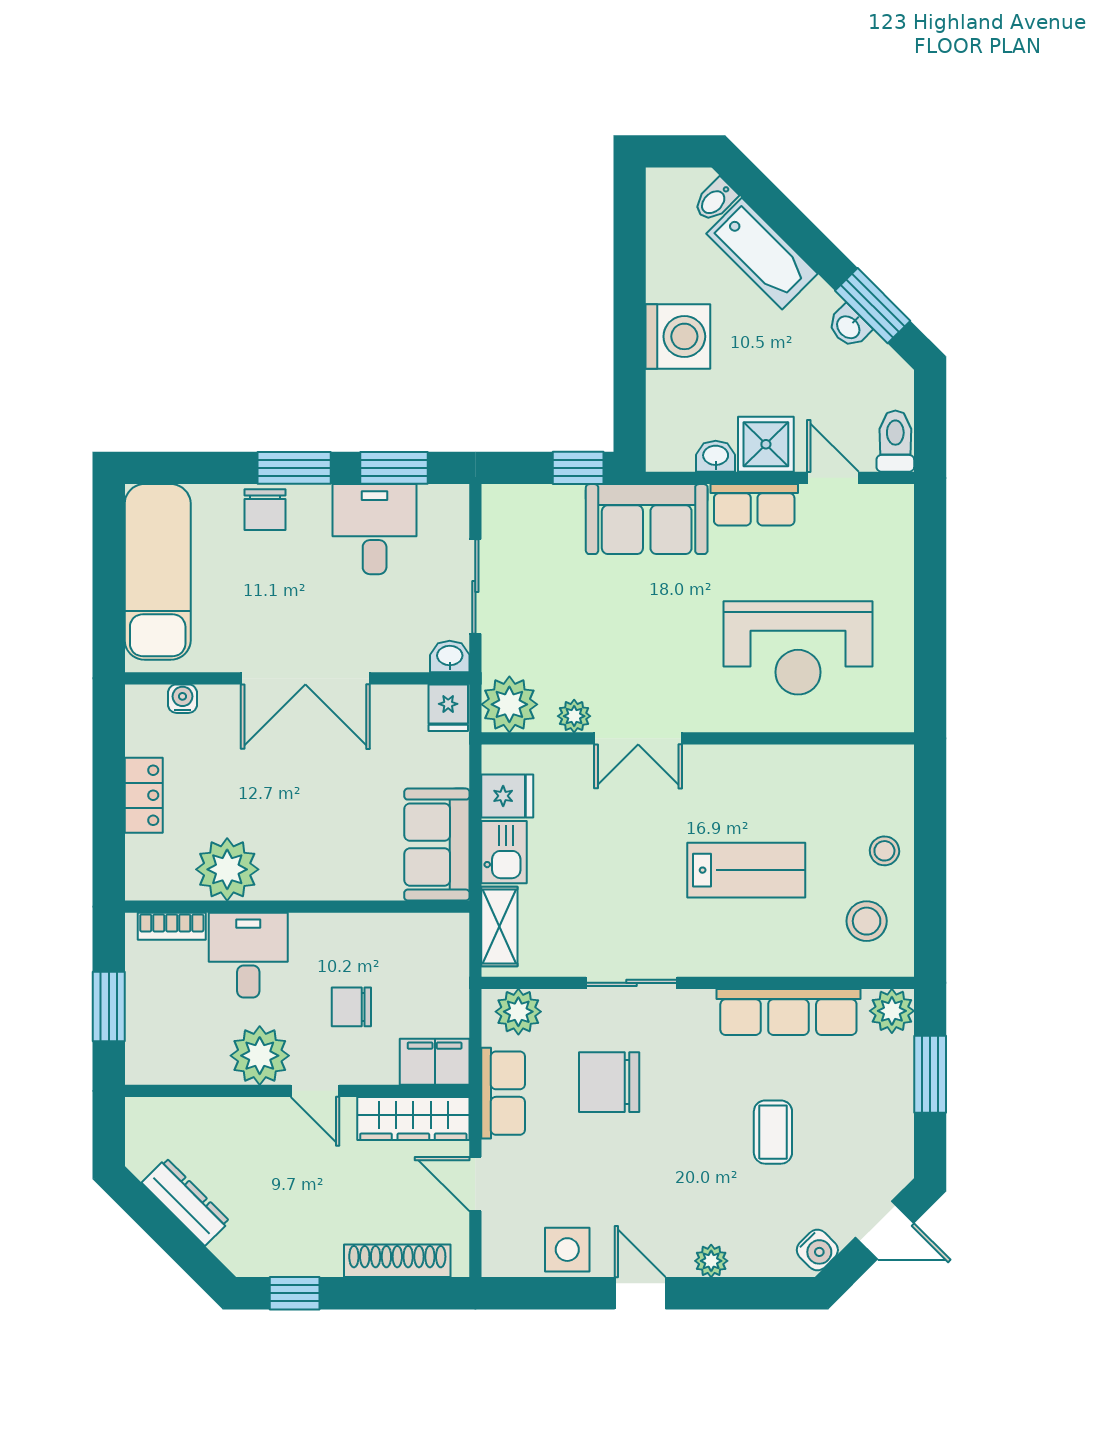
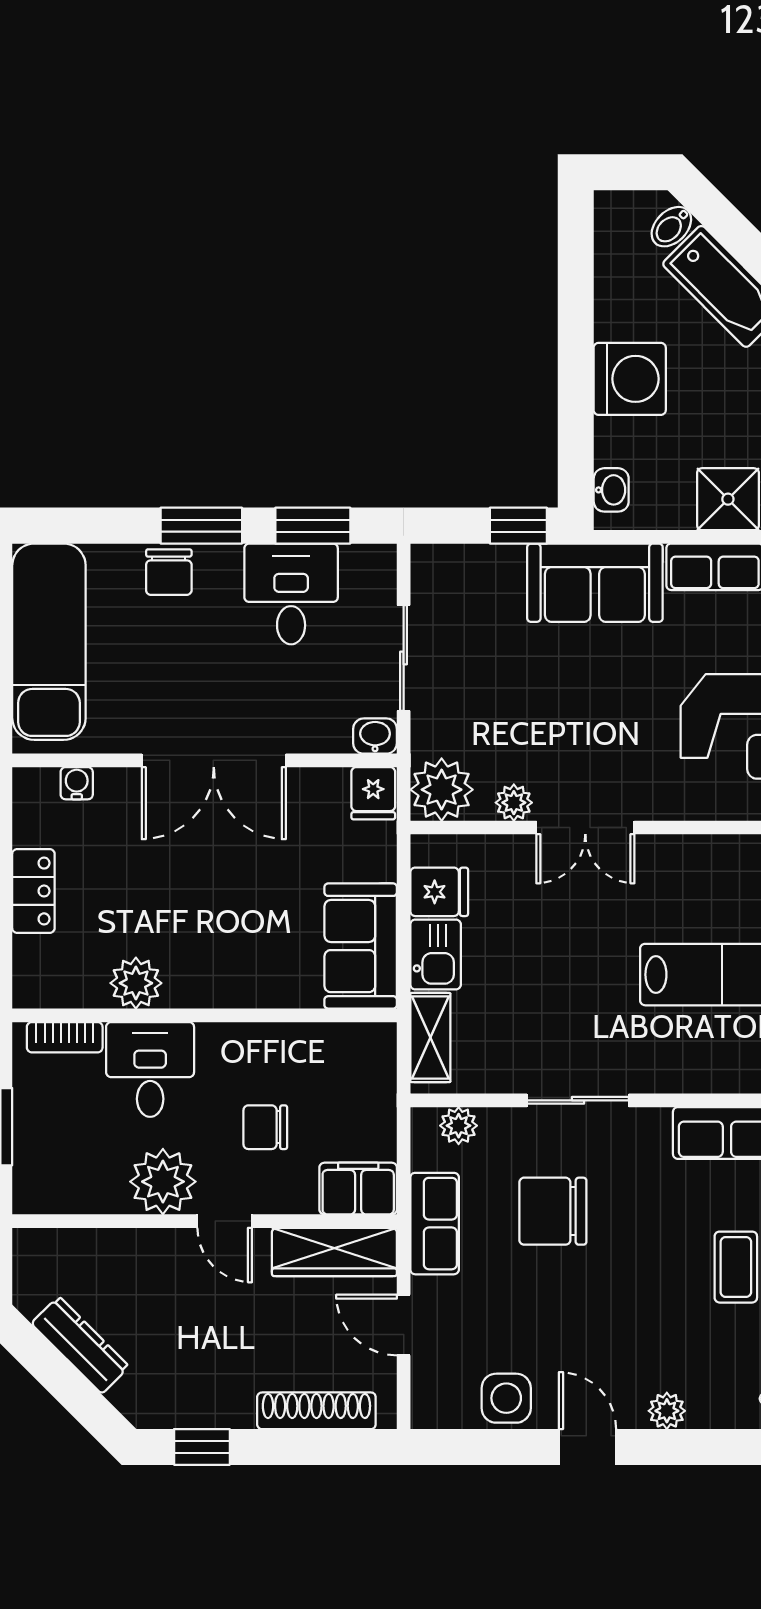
washbasin: (716, 456) -> (611, 490), moved, turned 90
plant: (227, 869) -> (136, 983), width x0.73, depth x0.73
plant: (518, 1012) -> (459, 1126), width x0.73, depth x0.73

